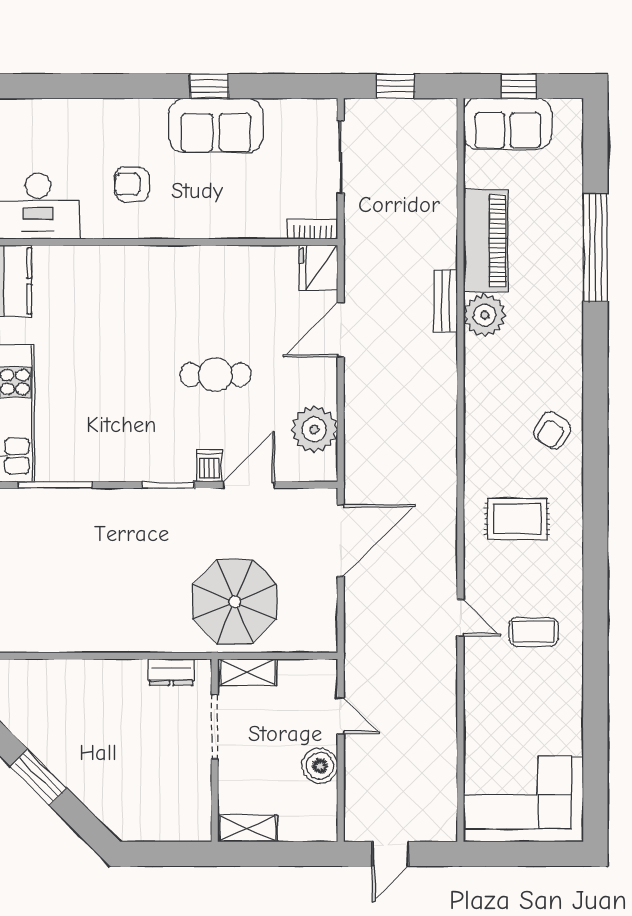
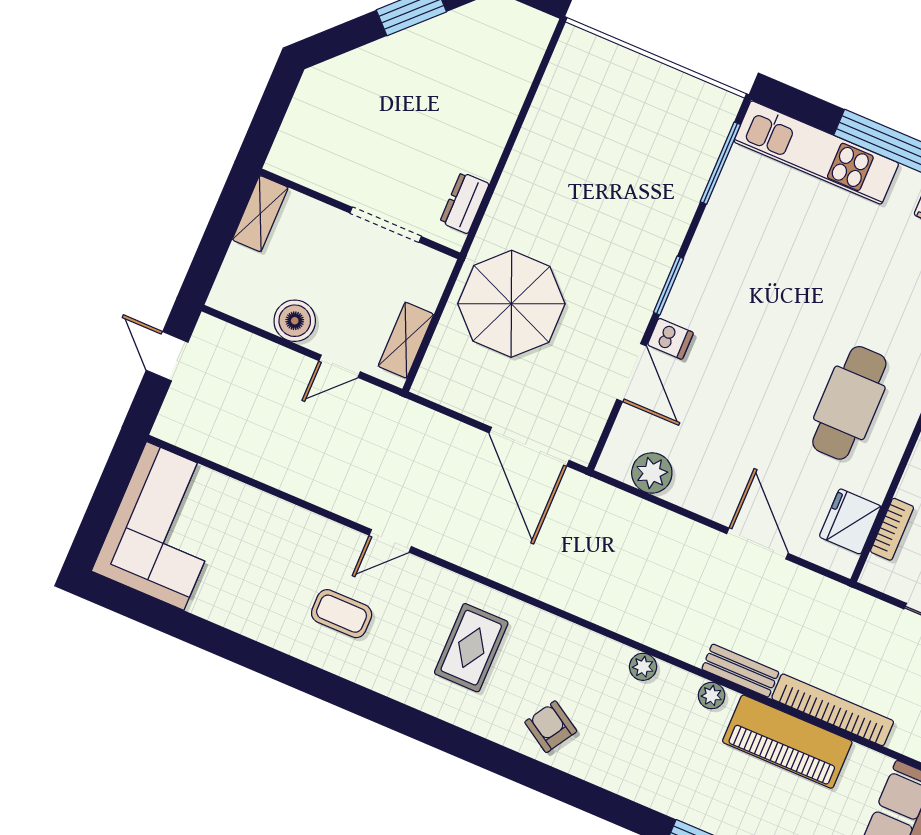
bookcase: (446, 216) -> (833, 710), added
bookcase: (312, 229) -> (892, 529), moved
fridge: (318, 268) -> (850, 521), moved, turned -90
plant: (485, 315) -> (712, 696), width x0.53, depth x0.53
cafe table: (215, 375) -> (849, 403), moved, width x1.37, depth x1.35
plant: (475, 378) -> (643, 667), added
plant: (314, 430) -> (652, 473), width x0.73, depth x0.73
coffee table: (534, 632) -> (342, 614), turned 90
shelving: (247, 672) -> (406, 340), moved

